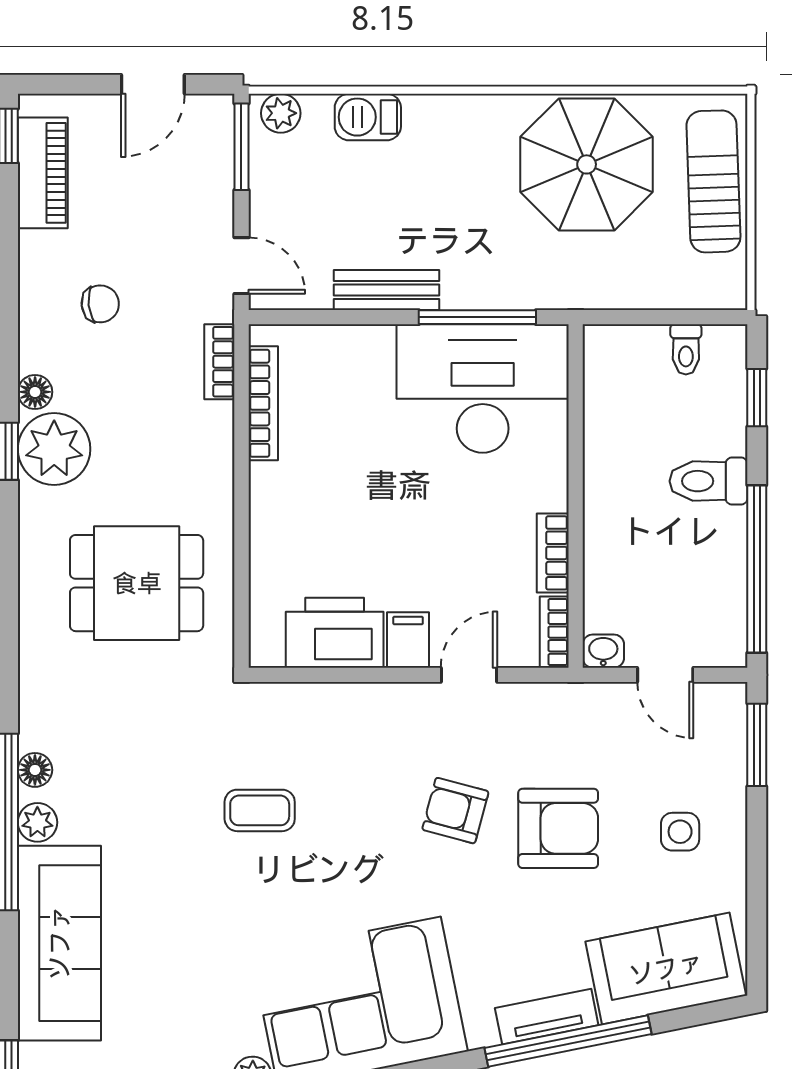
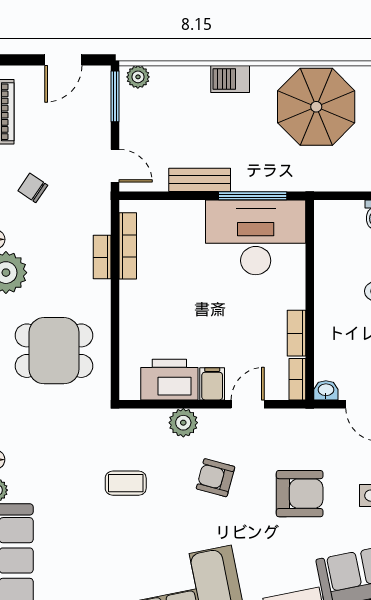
barbecue: (368, 117) -> (230, 79), moved
chair: (100, 304) -> (33, 188), turned -140
bookcase: (219, 362) -> (102, 257), moved
plant: (358, 707) -> (183, 423), added
armchair: (455, 811) -> (216, 478), moved

